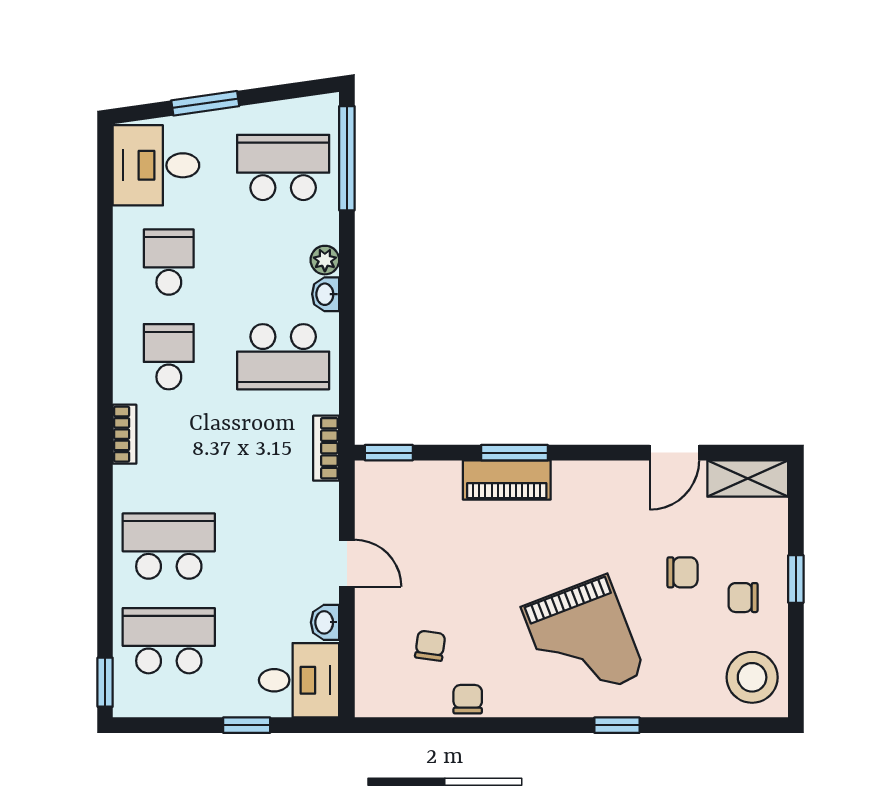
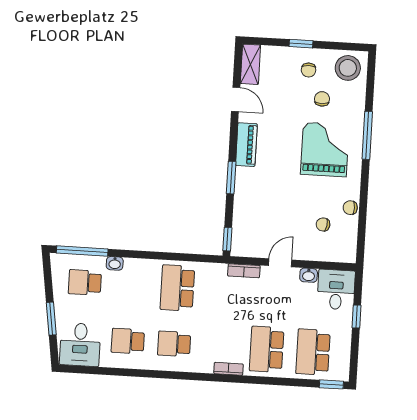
school desk: (283, 167) -> (85, 282), width x0.54
plant: (325, 260) -> (131, 265), removed
washbasin: (326, 294) -> (115, 263), moved
school desk: (283, 357) -> (177, 288), turned 180
bookcase: (125, 434) -> (228, 369), moved
bookcase: (326, 448) -> (244, 271), moved
piano: (507, 480) -> (246, 145), moved
chair: (682, 572) -> (322, 99), moved
grand piano: (583, 640) -> (325, 149), turned -69
window: (617, 725) -> (367, 135), width x2.17

